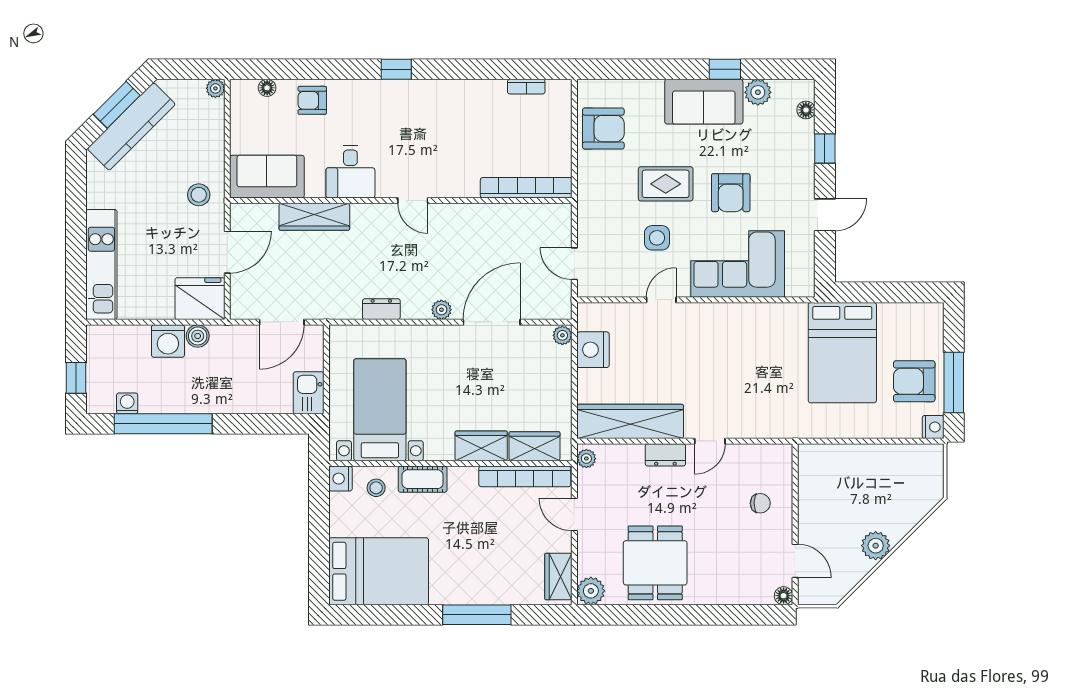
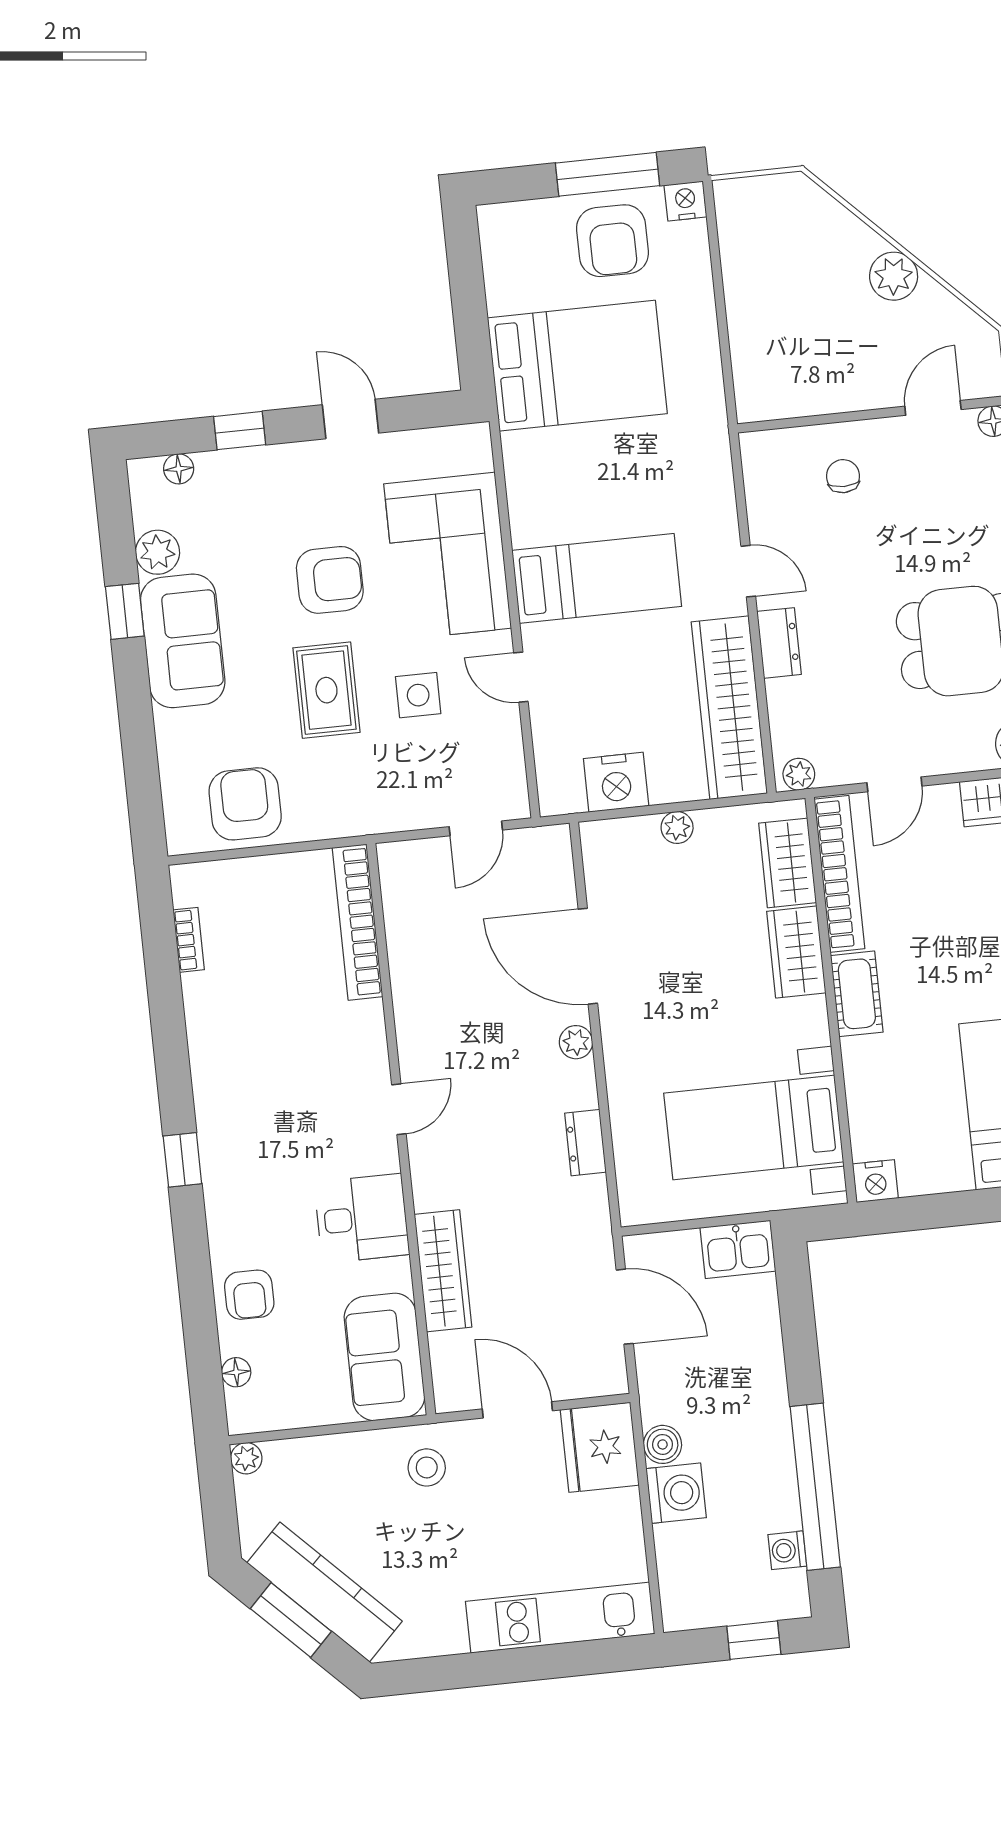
plant: (562, 335) -> (677, 827), moved
bed: (715, 351) -> (597, 578), added
cot: (423, 479) -> (857, 994), moved
stool: (376, 488) -> (885, 1120), removed

